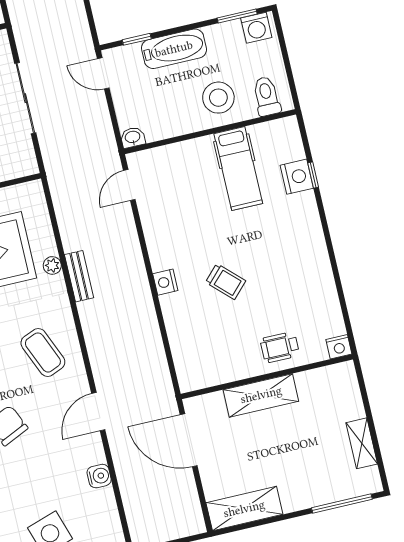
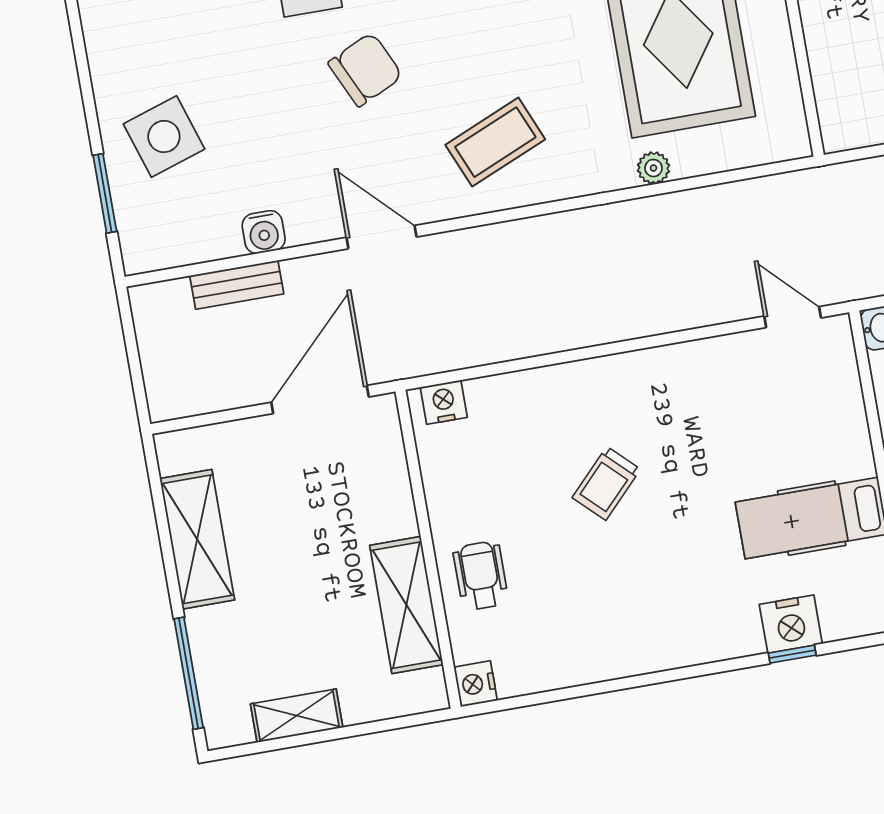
bench: (79, 276) -> (237, 285), moved
nightstand: (165, 282) -> (444, 402), moved
shelving: (261, 395) -> (406, 605), moved
shelving: (244, 509) -> (197, 539), moved

